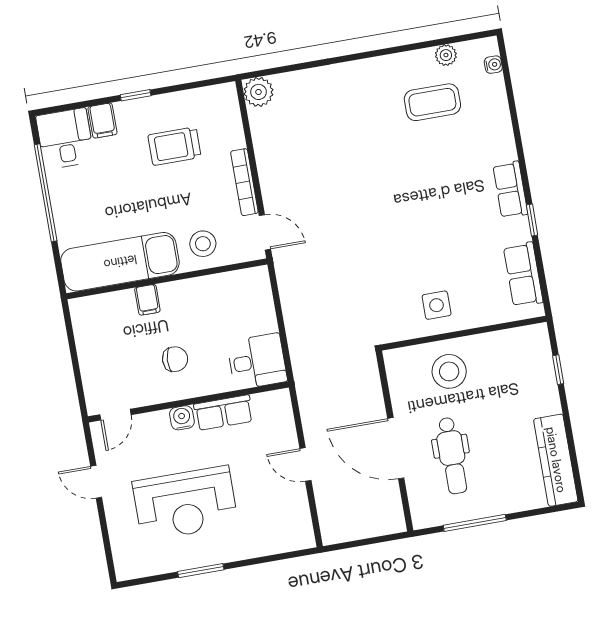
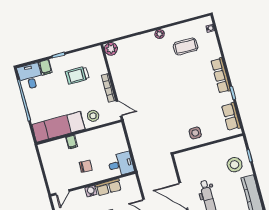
plant: (446, 55) -> (160, 34), moved
row of seats: (510, 190) -> (221, 75), width x1.48
stool: (449, 371) -> (235, 165), moved

